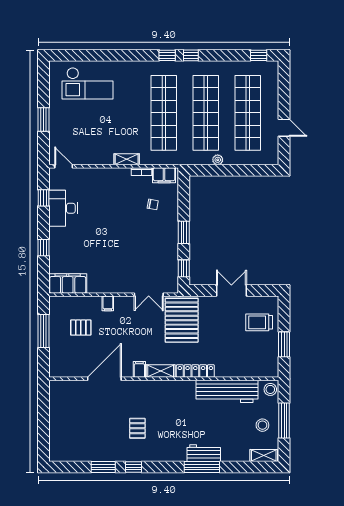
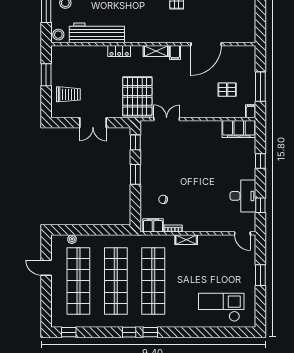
plant: (218, 160) -> (72, 239), moved
filing cabinet: (108, 303) -> (251, 111), moved
locker: (195, 371) -> (119, 51), width x0.66

